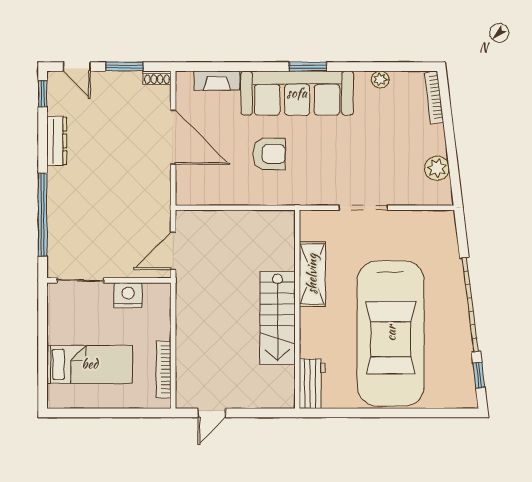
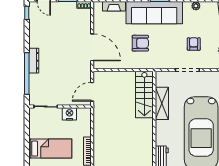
door: (173, 137) -> (92, 47), moved
dresser: (57, 141) -> (34, 61), moved
armchair: (376, 156) -> (194, 44), added
stairs: (277, 318) -> (144, 94), moved

